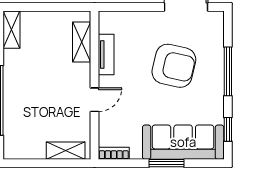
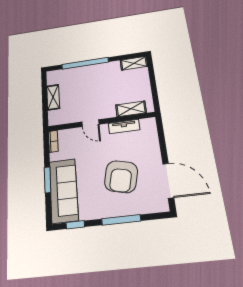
shelving: (66, 151) -> (53, 97), moved

